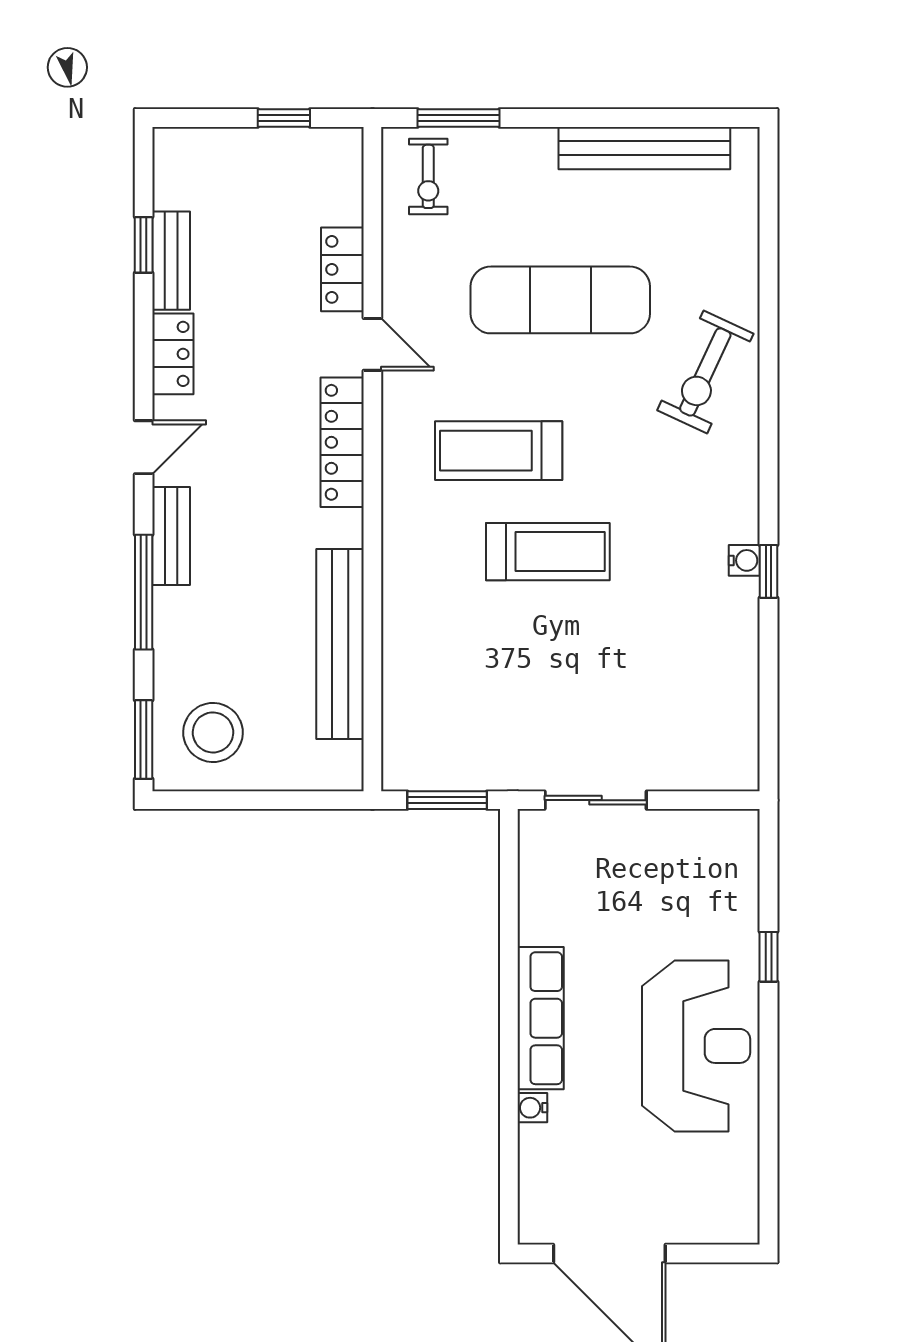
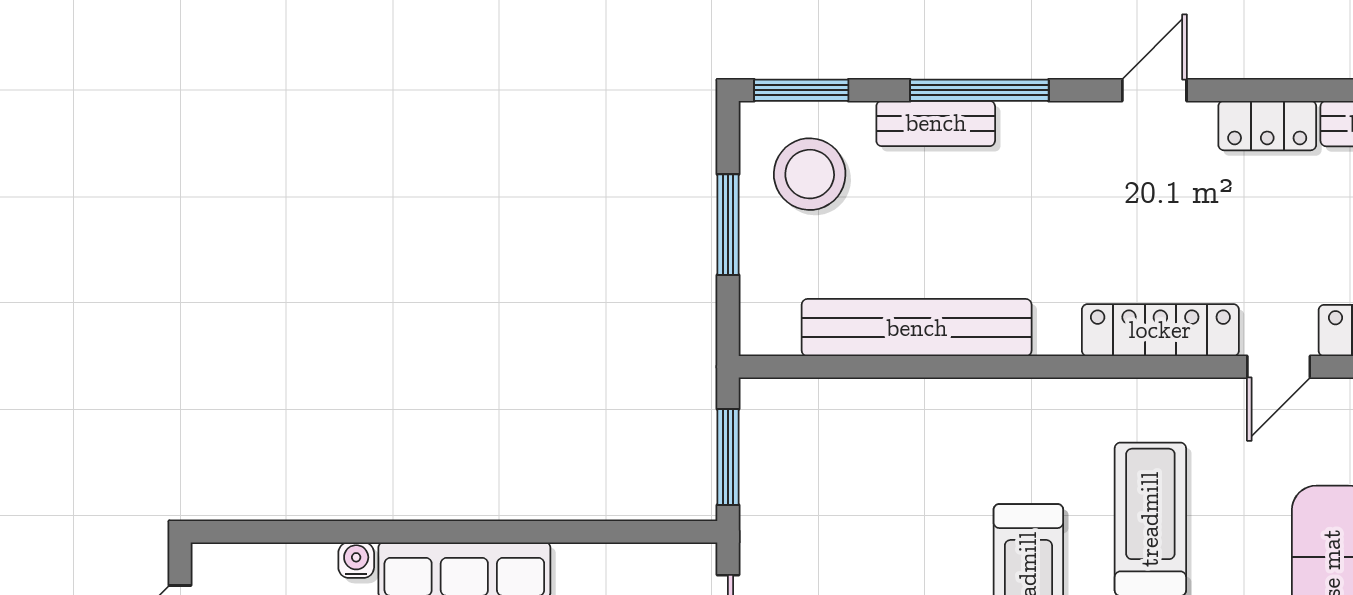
door: (144, 447) -> (1154, 90), swing flipped
bench: (171, 536) -> (936, 123), moved
window: (255, 800) -> (728, 225), added

